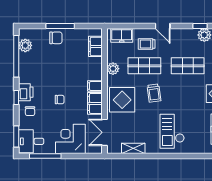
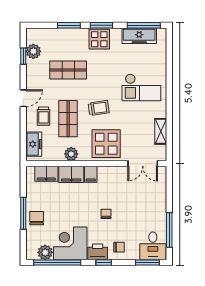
shop shelf: (188, 66) -> (68, 70), turned 90
filing cabinet: (95, 103) -> (71, 174), moved
corner desk: (70, 139) -> (70, 243), moved, turned 90

